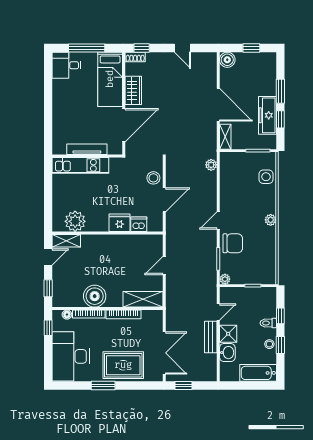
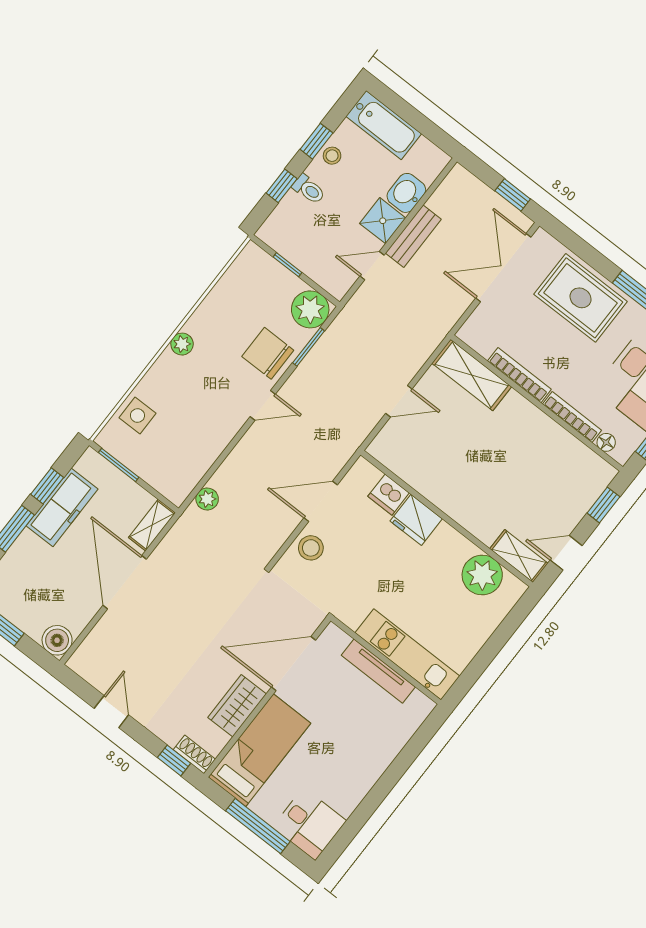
plant: (225, 279) -> (310, 309), width x1.87, depth x1.87
boiler: (95, 296) -> (542, 437), removed

